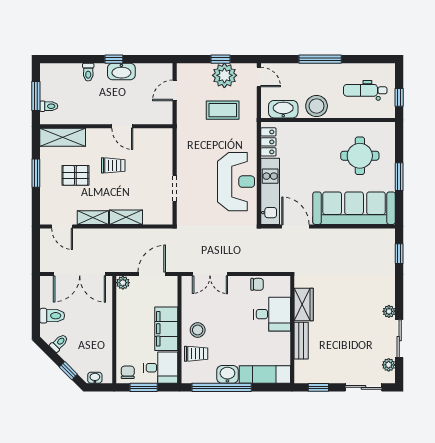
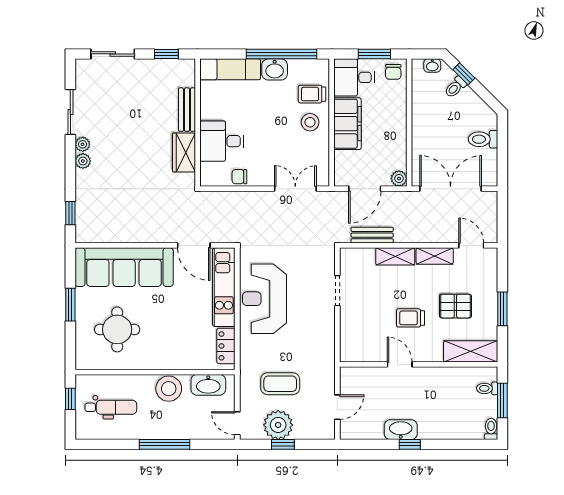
toilet: (88, 72) -> (491, 429), moved
bench: (145, 235) -> (372, 235), added
toilet: (59, 343) -> (455, 87), moved
plant: (389, 365) -> (83, 161), moved

